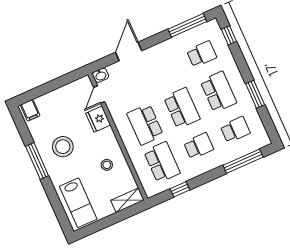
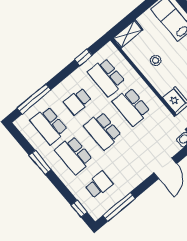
school desk: (202, 54) -> (99, 185), turned 180
school desk: (145, 124) -> (131, 107), turned 180
school desk: (235, 130) -> (49, 125), width x1.85

